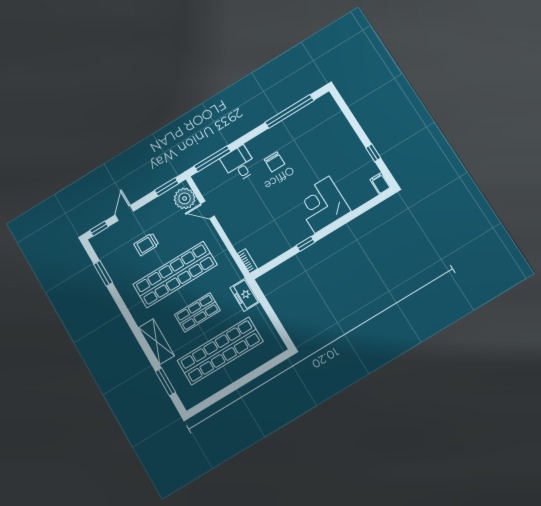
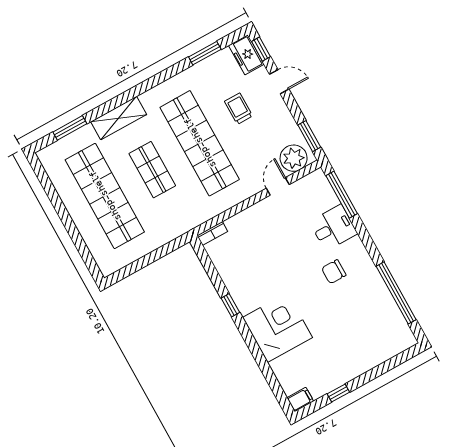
freezer: (245, 295) -> (246, 55), moved, turned -90

